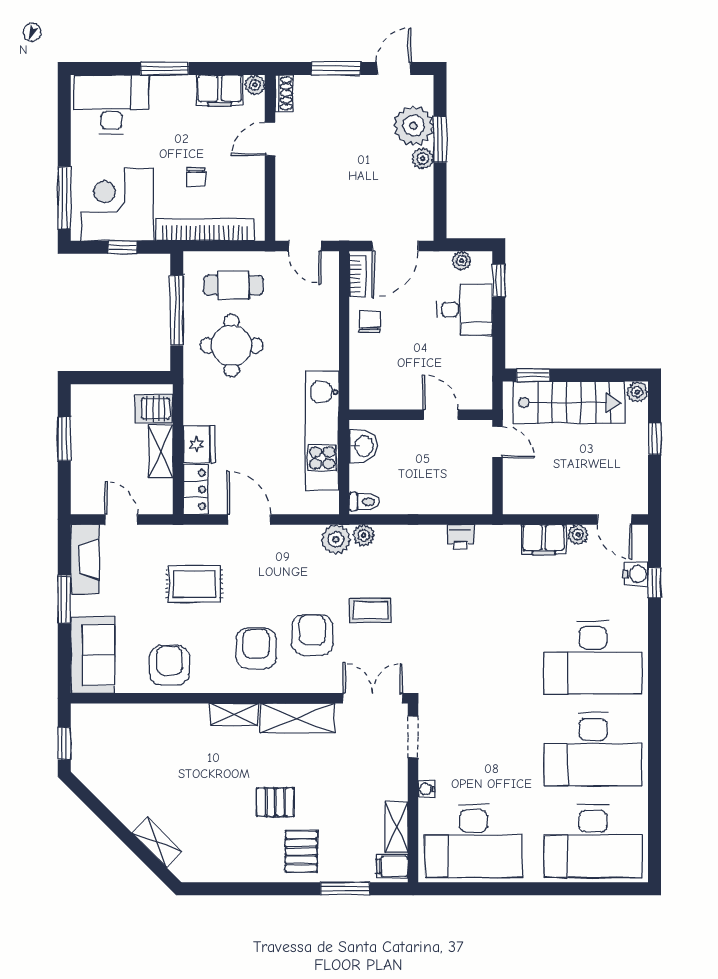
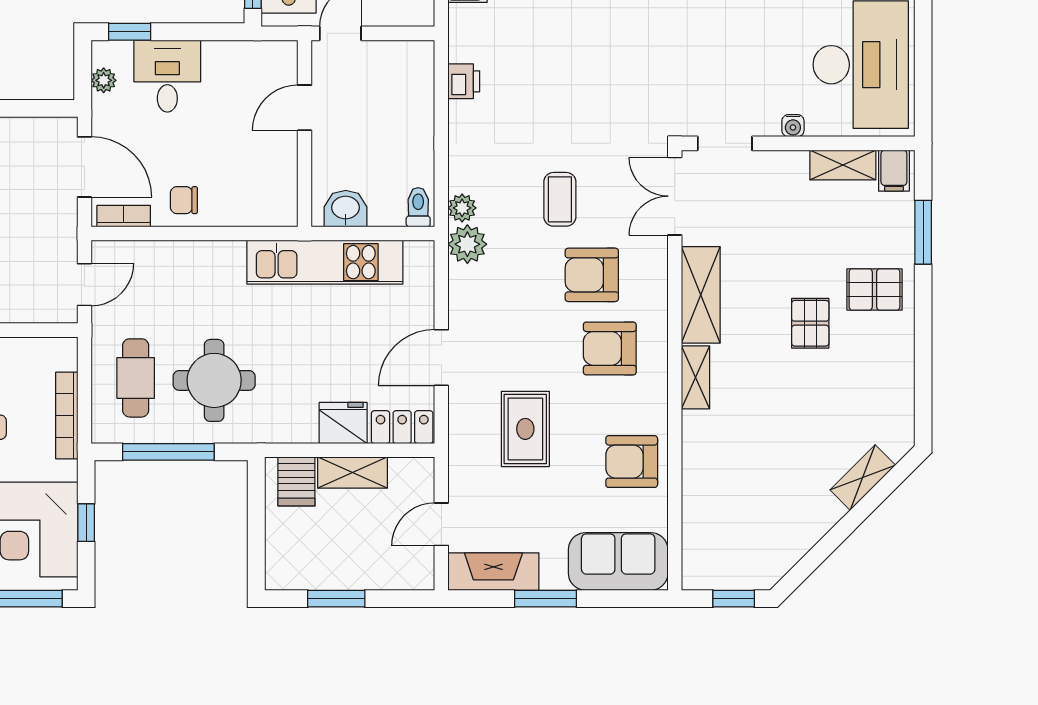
bookcase: (205, 230) -> (67, 415), width x0.68, depth x0.76

